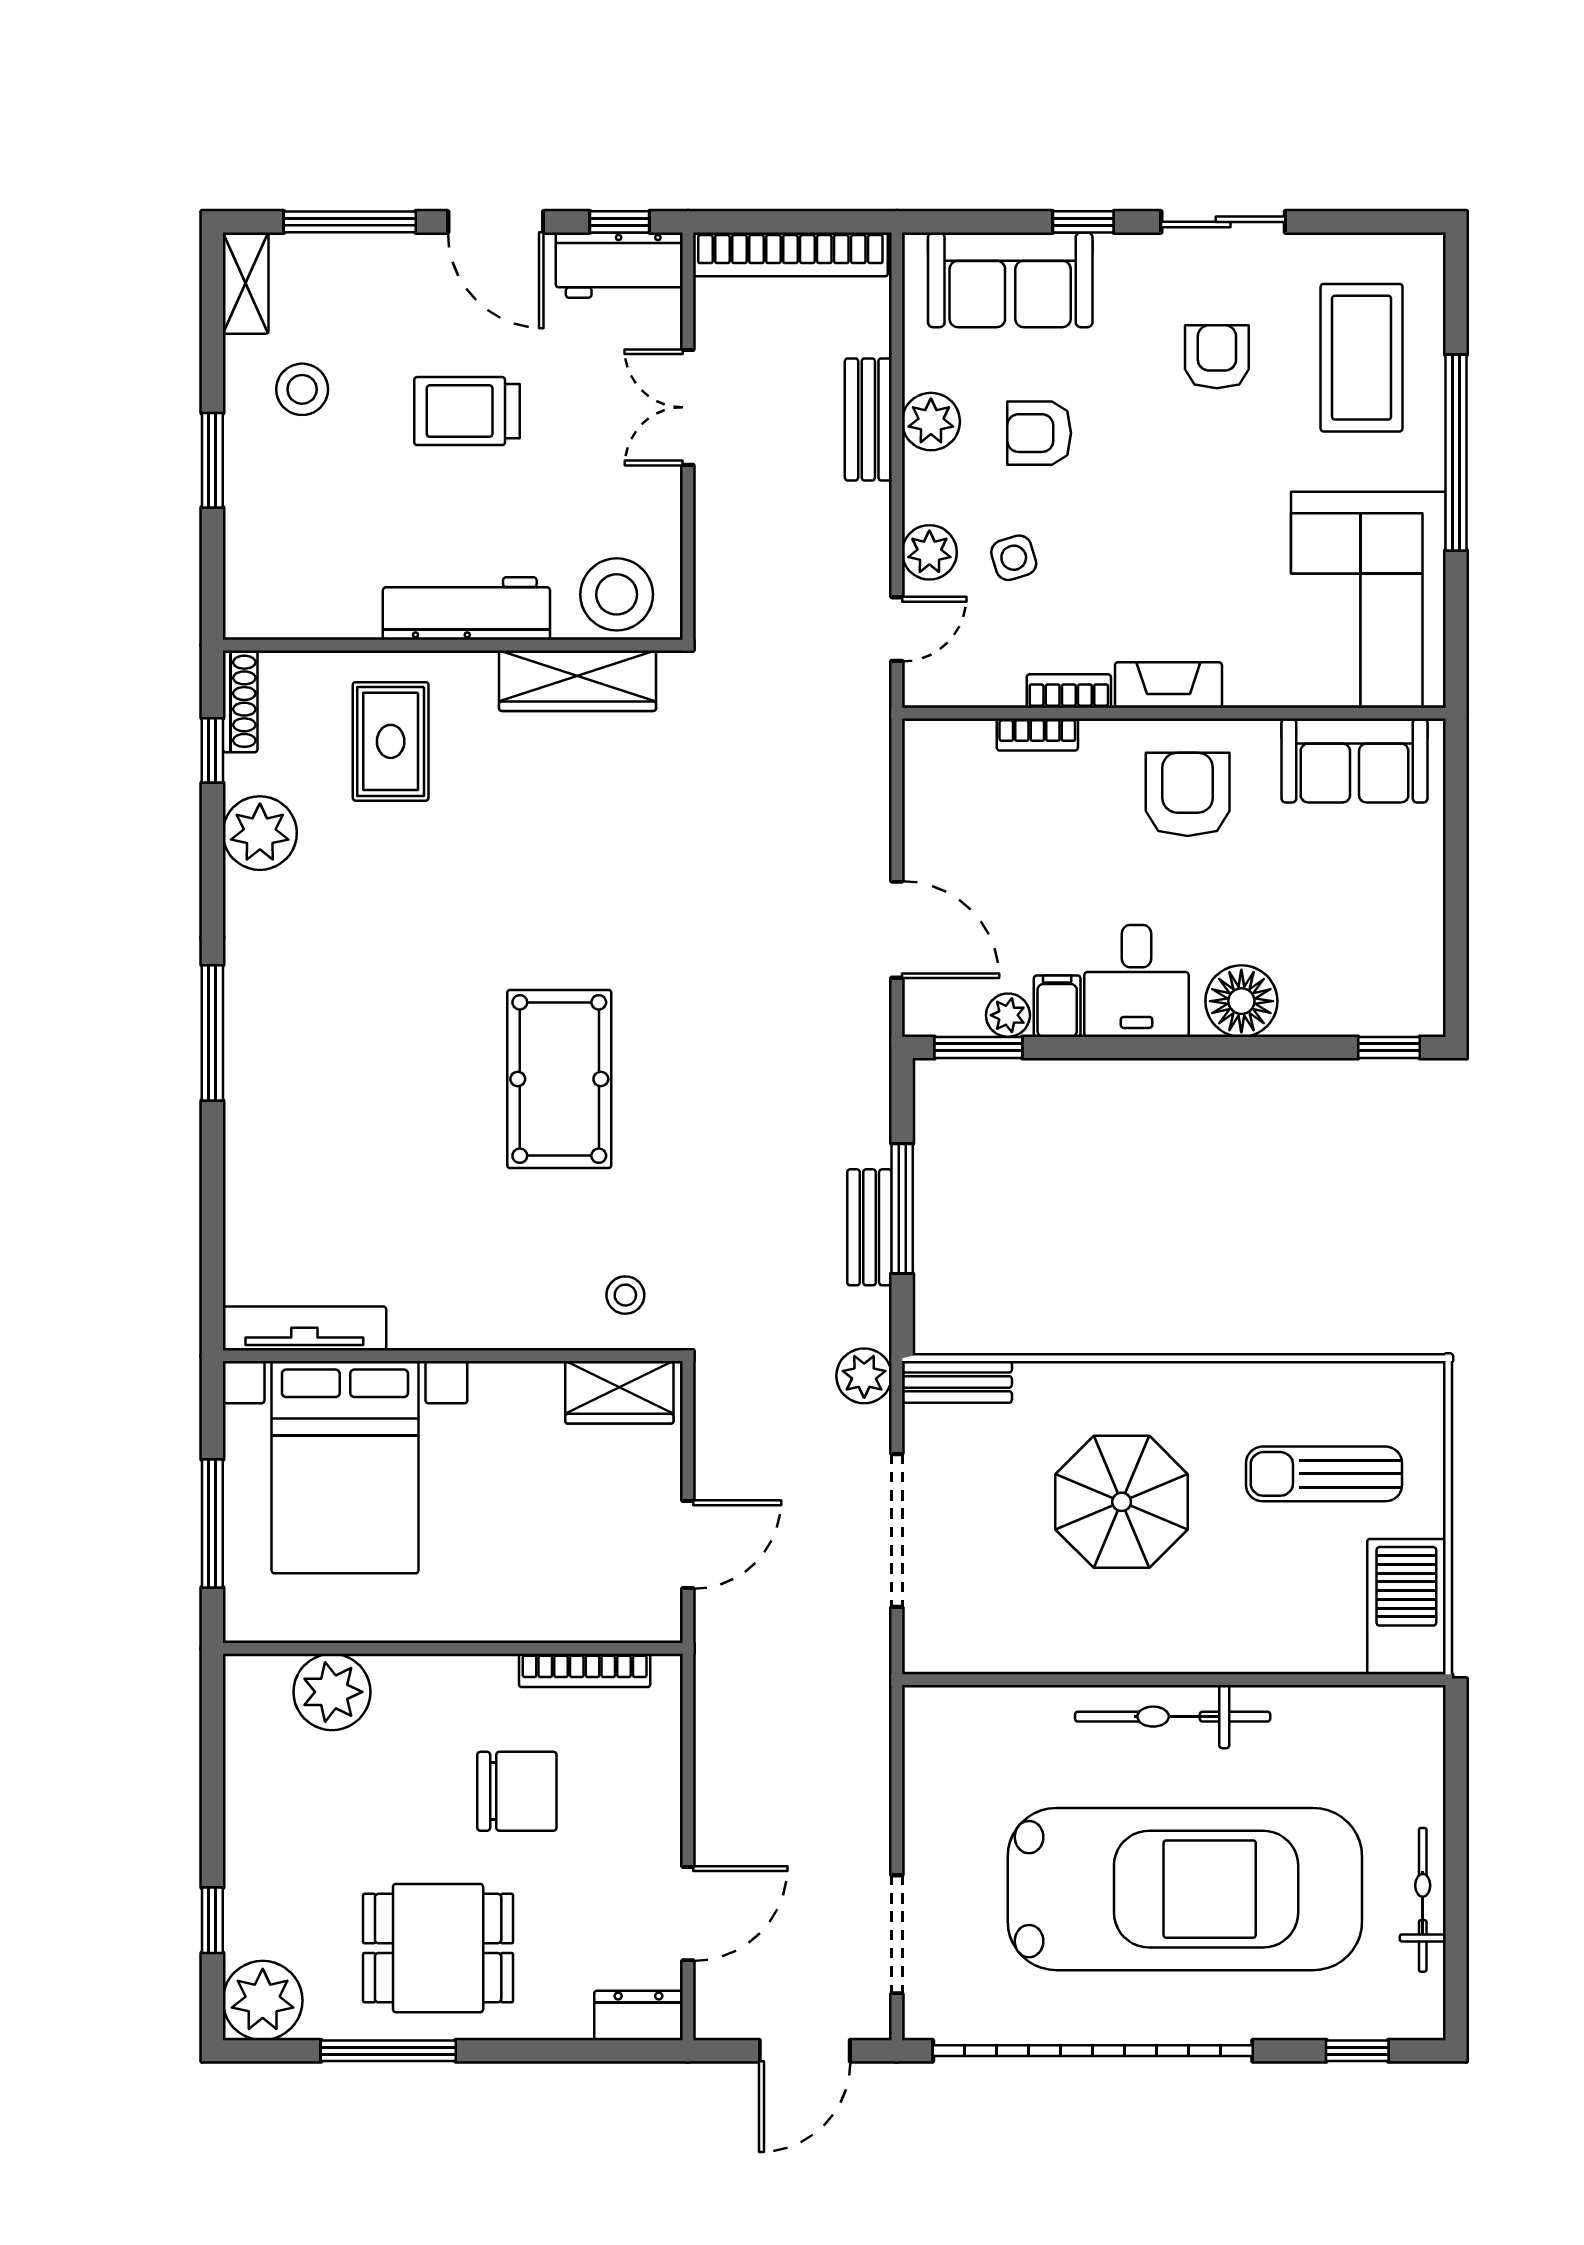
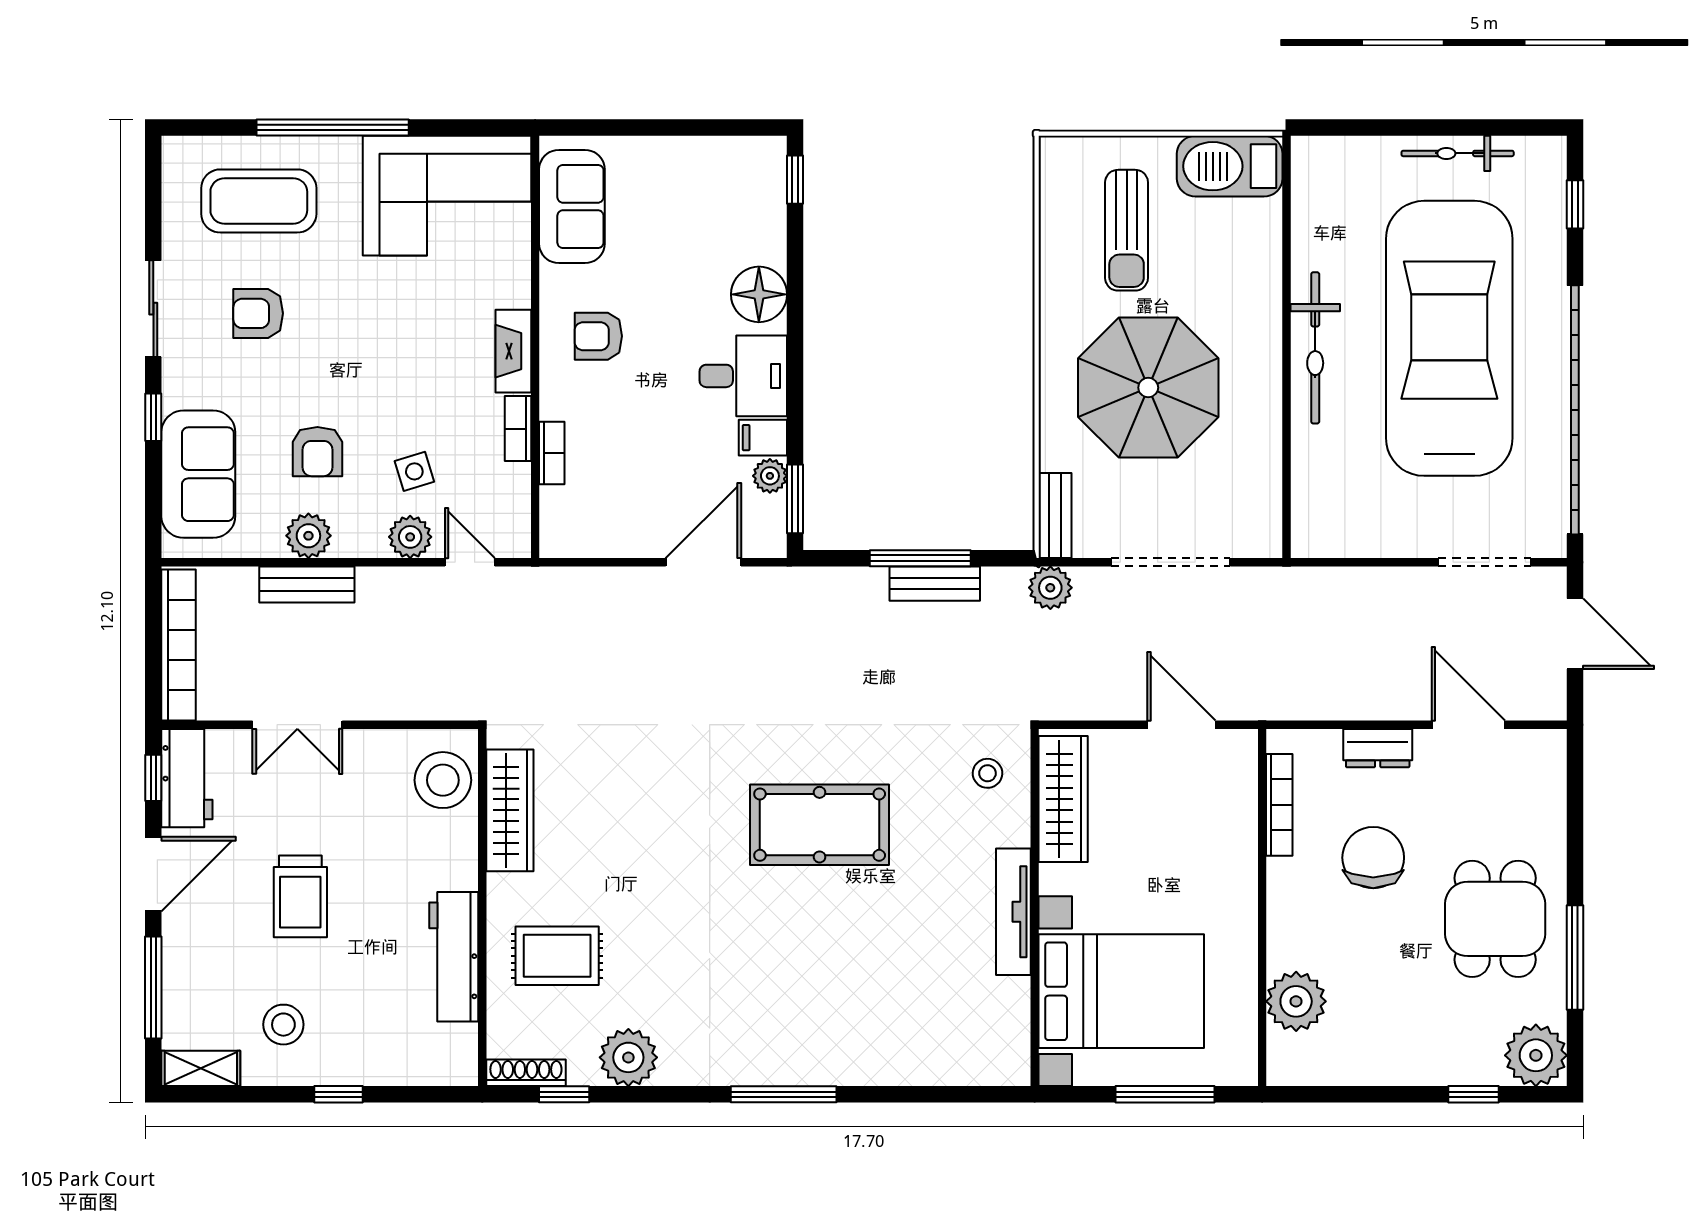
window: (212, 460) -> (339, 1094), width x0.67
workbench: (466, 609) -> (454, 957), moved
armchair: (1188, 794) -> (598, 336), width x0.72, depth x0.72
tv unit: (304, 1328) -> (1013, 912), moved
wardrobe: (619, 1392) -> (1063, 799), width x1.50
parasol: (1122, 1502) -> (1148, 388), width x1.36, depth x1.36
dresser: (638, 2015) -> (1378, 748), moved, turned -90

